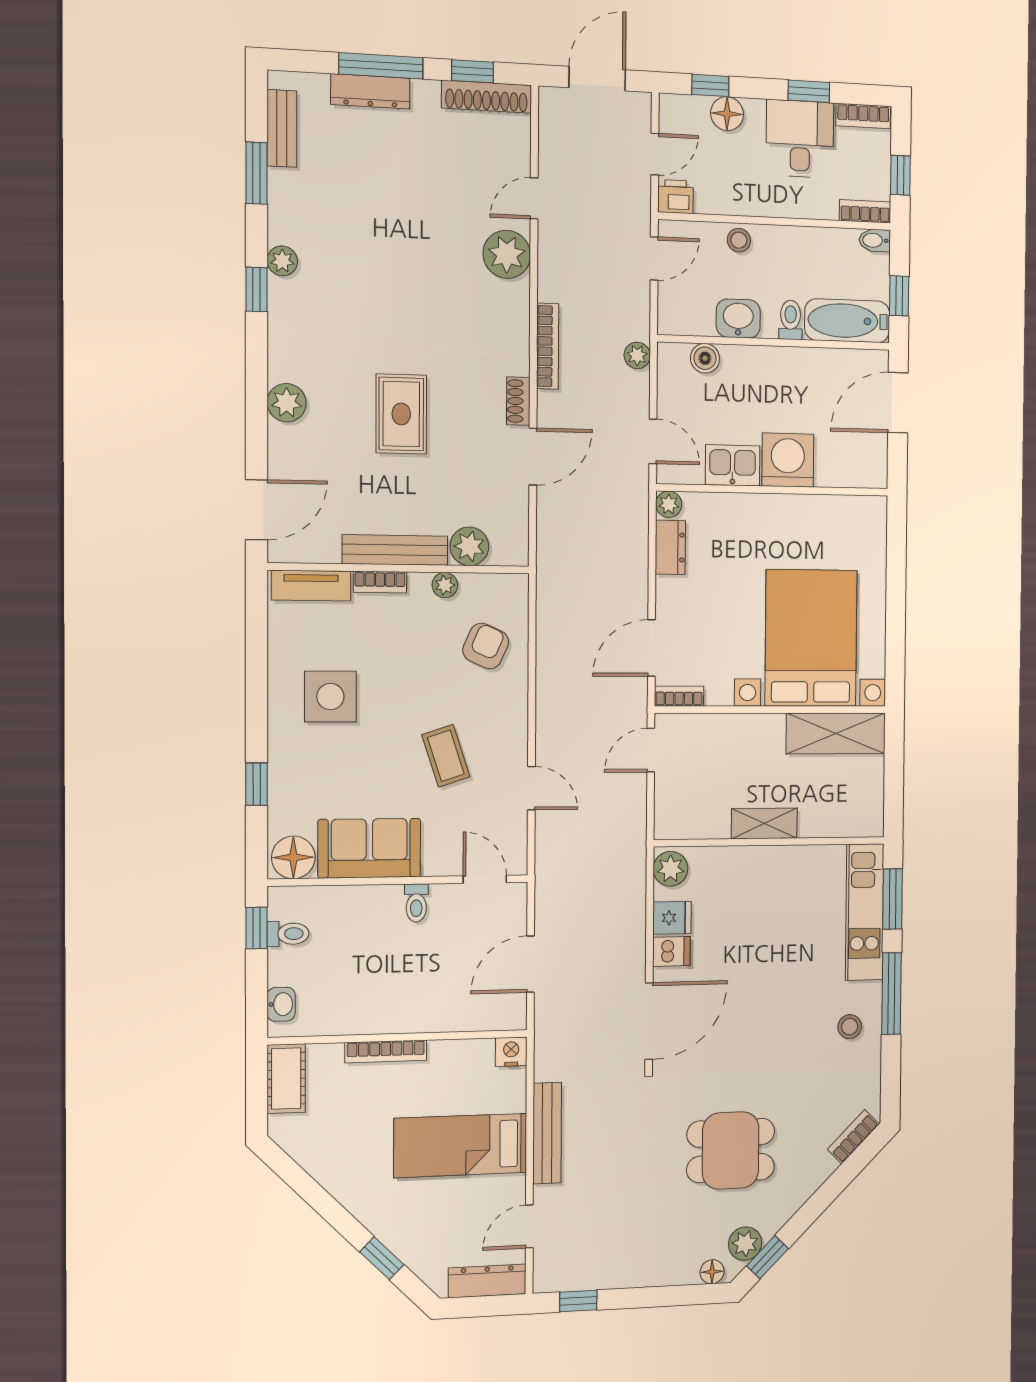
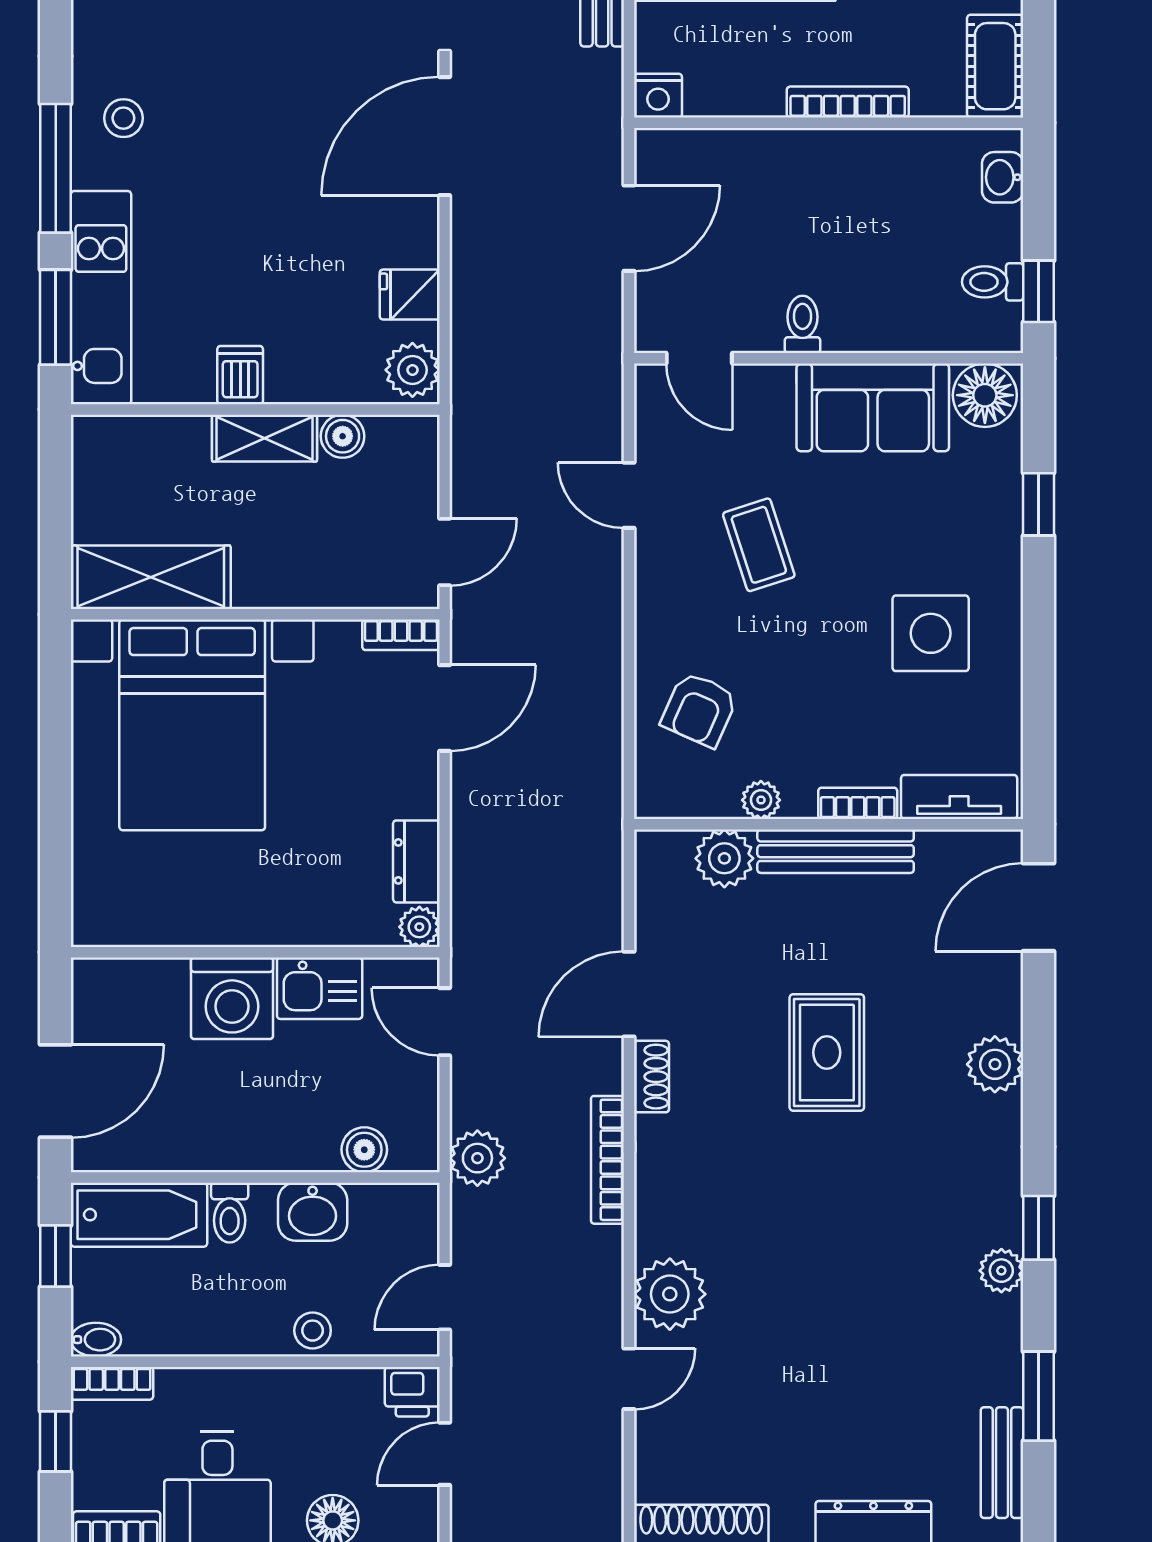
plant: (637, 355) -> (477, 1158), width x1.38, depth x1.38
boiler: (715, 825) -> (343, 436), added
dishwasher: (671, 951) -> (240, 375), moved, turned 90

